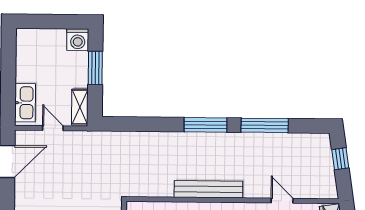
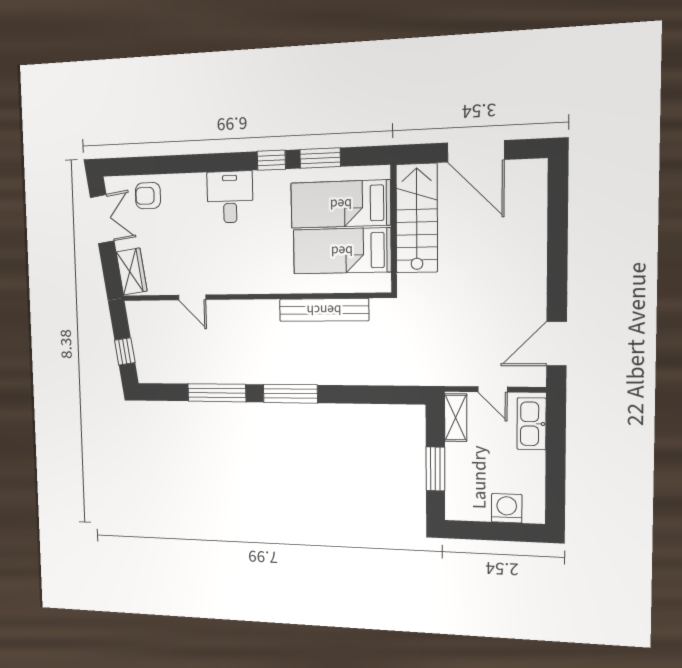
washing machine: (78, 40) -> (507, 508), moved
bench: (208, 189) -> (324, 310), moved

